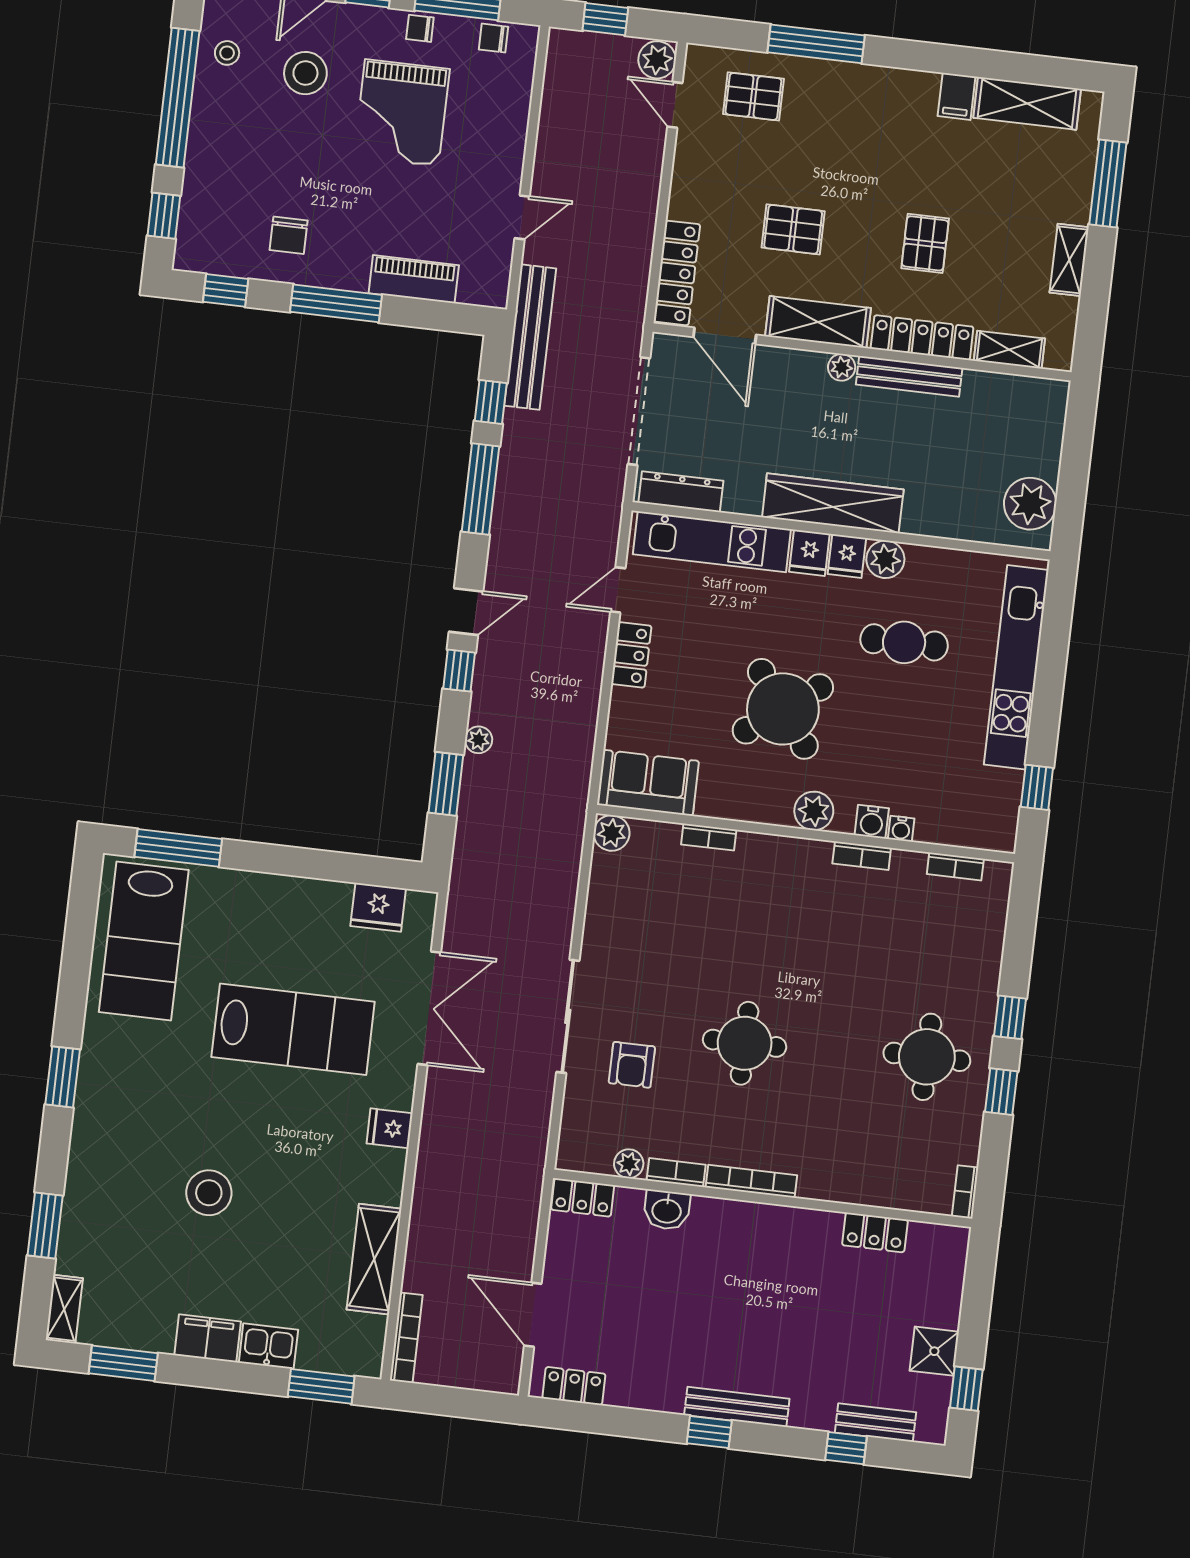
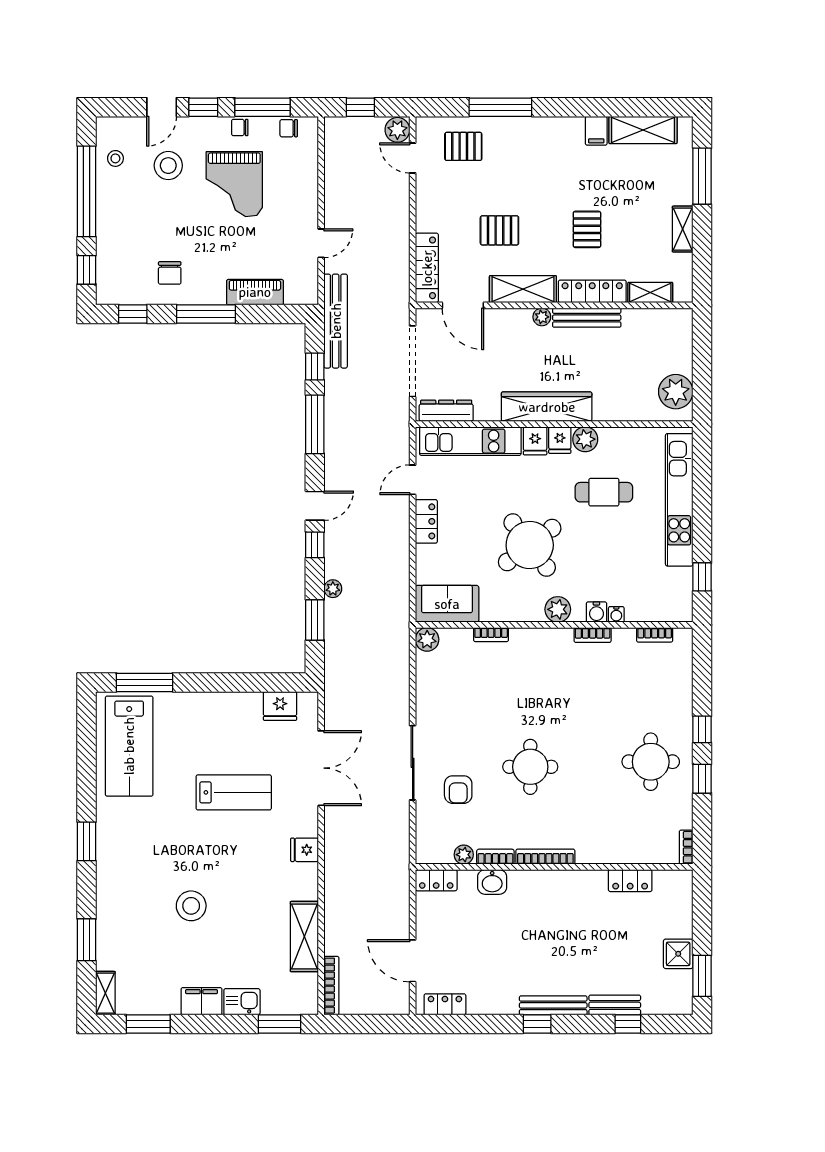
lab bench: (293, 1029) -> (234, 792), width x0.73, depth x0.72
window: (966, 1389) -> (702, 976), width x1.50
bench: (876, 1422) -> (615, 1005), moved

